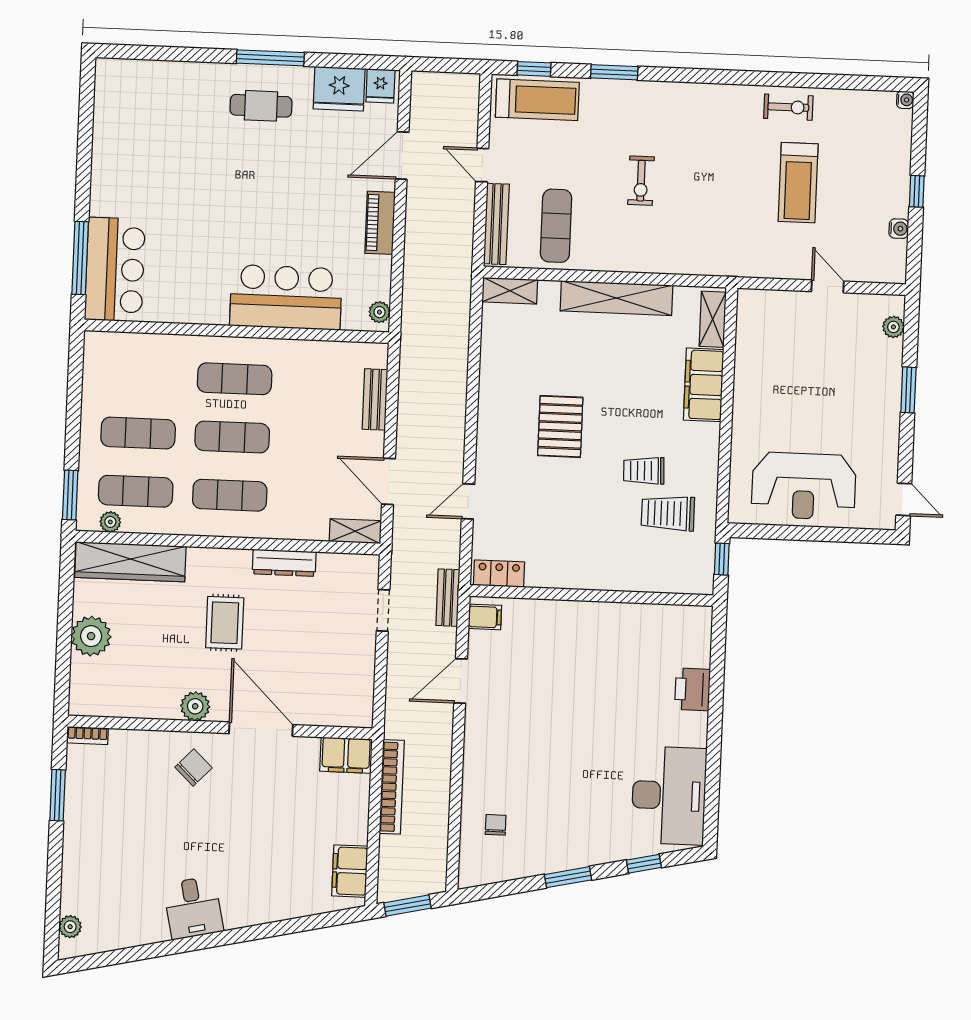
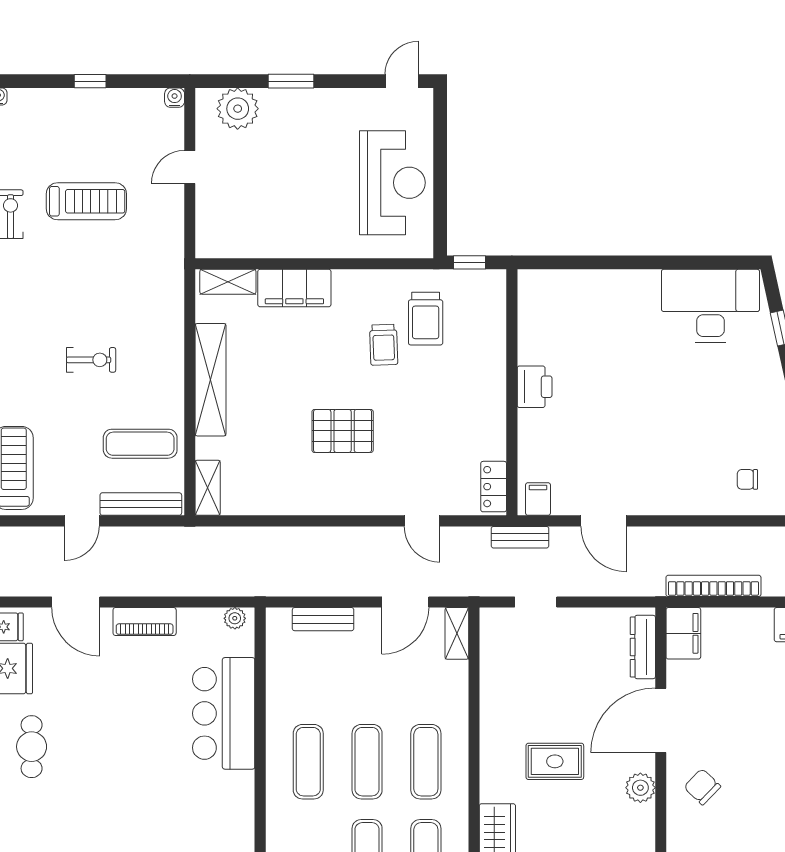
water cooler: (899, 229) -> (175, 98), moved
plant: (893, 327) -> (238, 109), width x1.87, depth x1.87
dresser: (284, 563) -> (643, 647), moved, turned 180
printer: (692, 689) -> (535, 387), moved, turned -90

